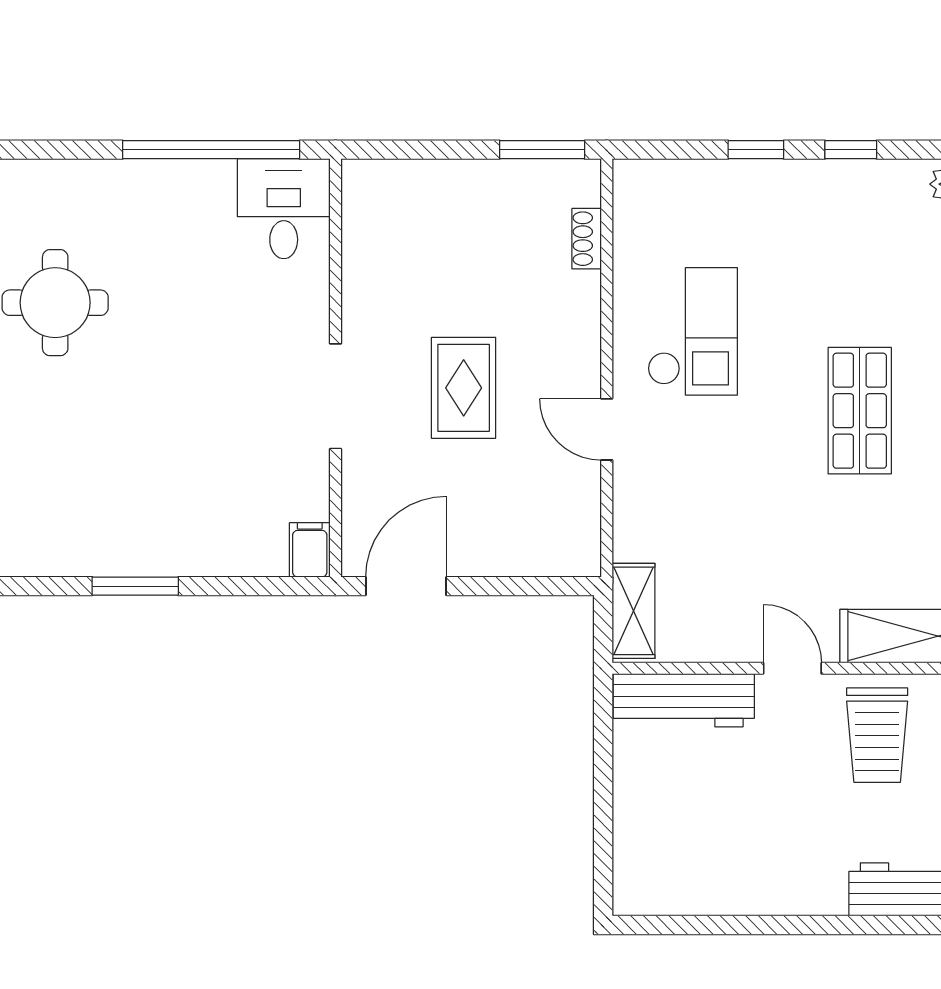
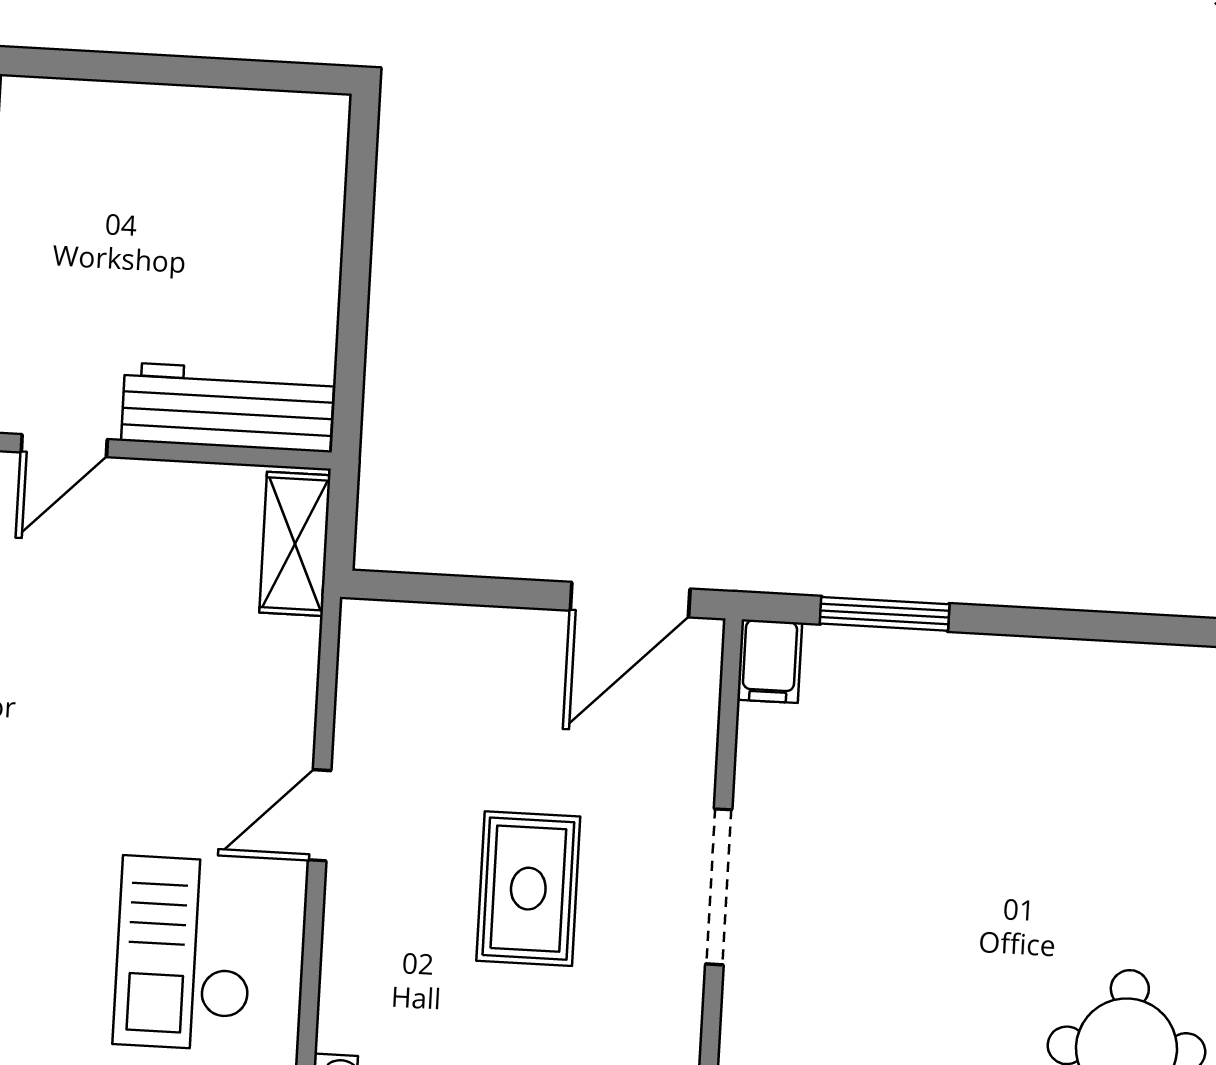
door: (607, 429) -> (320, 815), swing flipped
window: (135, 586) -> (885, 614), moved
door: (792, 668) -> (64, 446), hinge flipped

